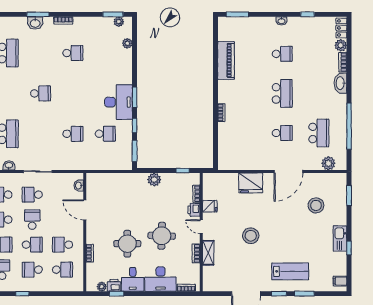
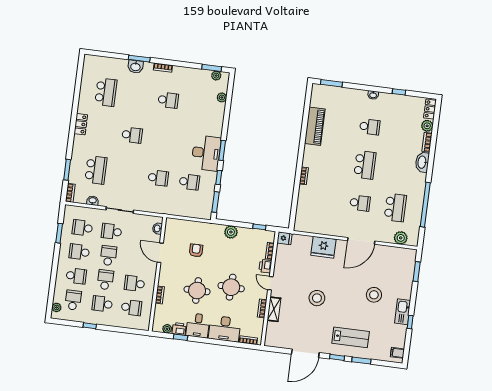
armchair: (121, 203) -> (196, 250), added
stool: (316, 205) -> (374, 295), moved
fridge: (210, 206) -> (285, 238), moved
school desk: (32, 245) -> (105, 280), turned -90

